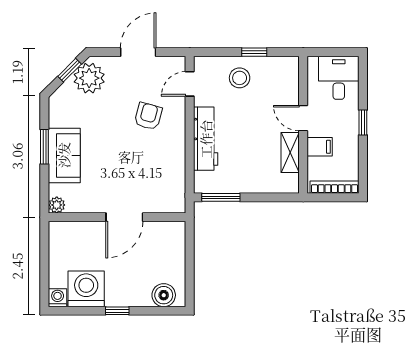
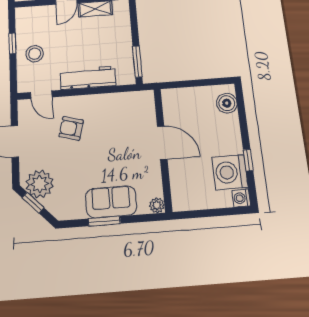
window: (117, 311) -> (248, 160), moved

